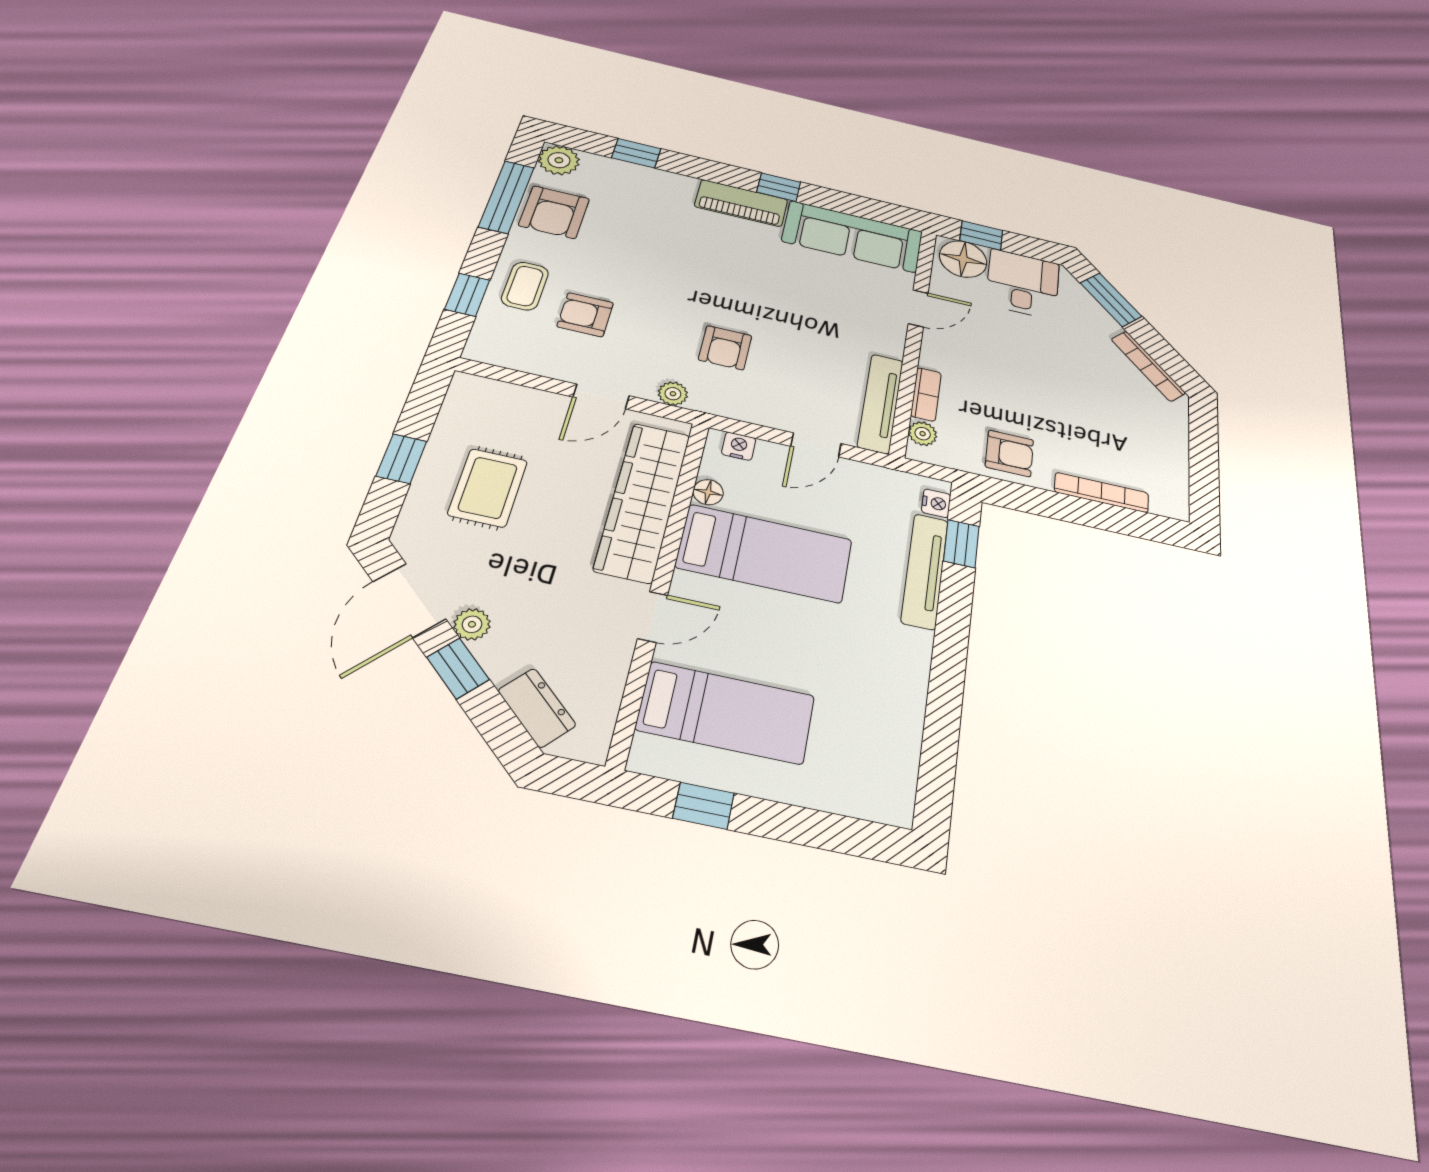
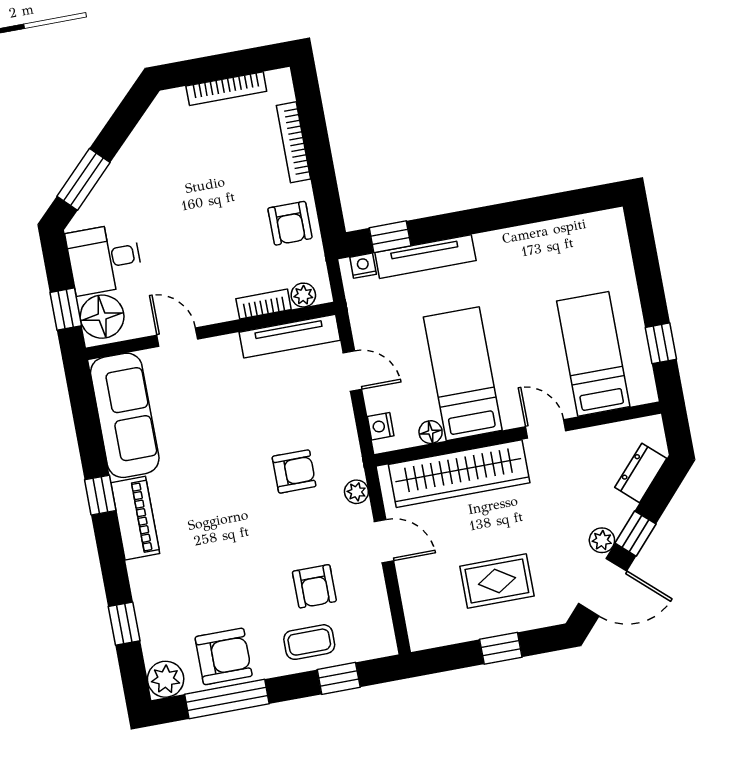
bookcase: (1148, 366) -> (226, 89), moved, turned 45
armchair: (1009, 453) -> (290, 223), turned 180

